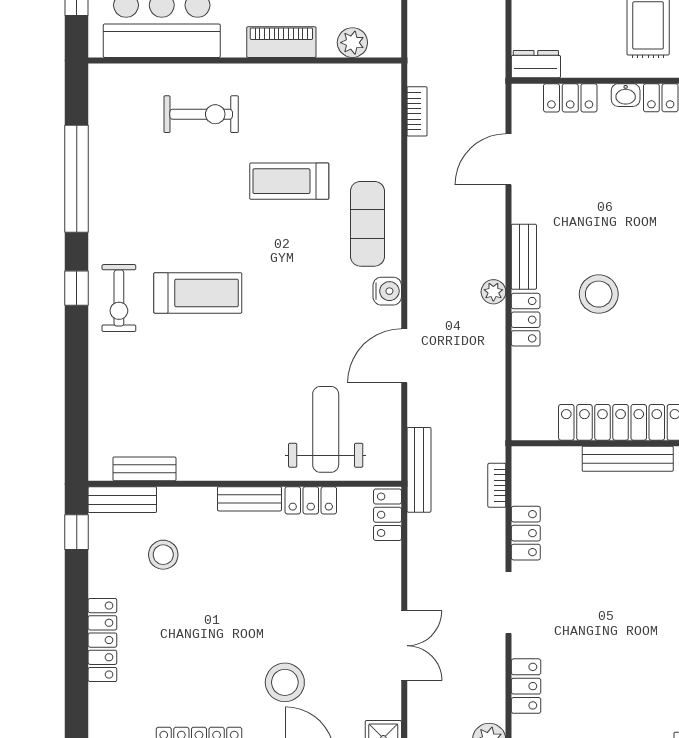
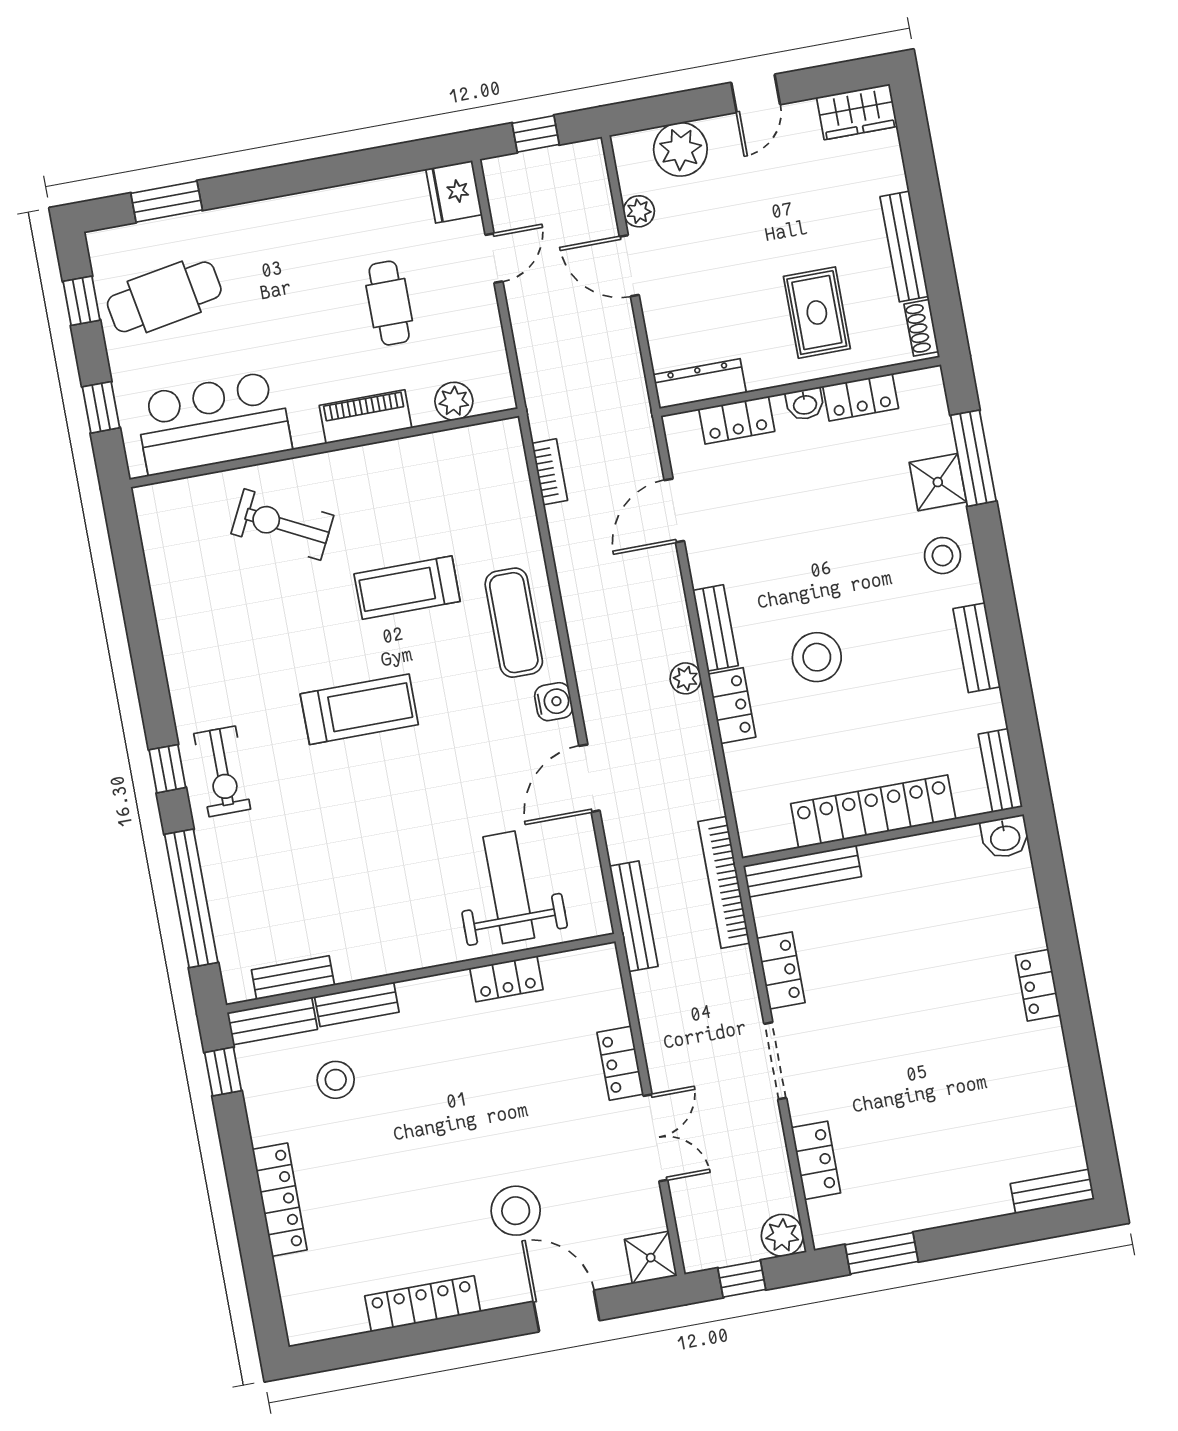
dresser: (536, 64) -> (700, 384), width x1.44
exercise bike: (201, 114) -> (282, 525), turned -153
window: (77, 179) -> (191, 898), moved
treadmill: (198, 293) -> (359, 709), moved
bench: (628, 459) -> (802, 871), moved
bookcase: (497, 485) -> (724, 882), width x2.31, depth x1.31
bench: (249, 499) -> (357, 1004), moved
locker: (387, 515) -> (620, 1063), moved

